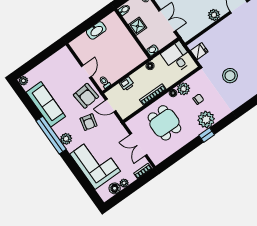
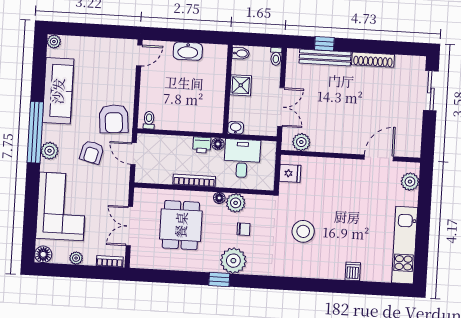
plant: (214, 15) -> (301, 142), moved
desk: (177, 57) -> (242, 158), moved
door: (86, 71) -> (139, 55), moved
printer: (127, 84) -> (202, 145), moved
floor lamp: (115, 188) -> (43, 254), moved

